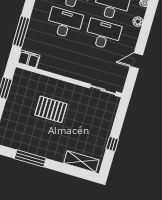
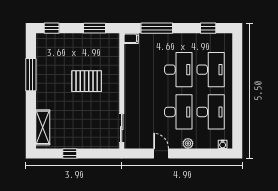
plant: (138, 22) -> (188, 143), moved
filing cabinet: (29, 59) -> (131, 38), width x0.50
pallet: (51, 109) -> (87, 81), turned 90

